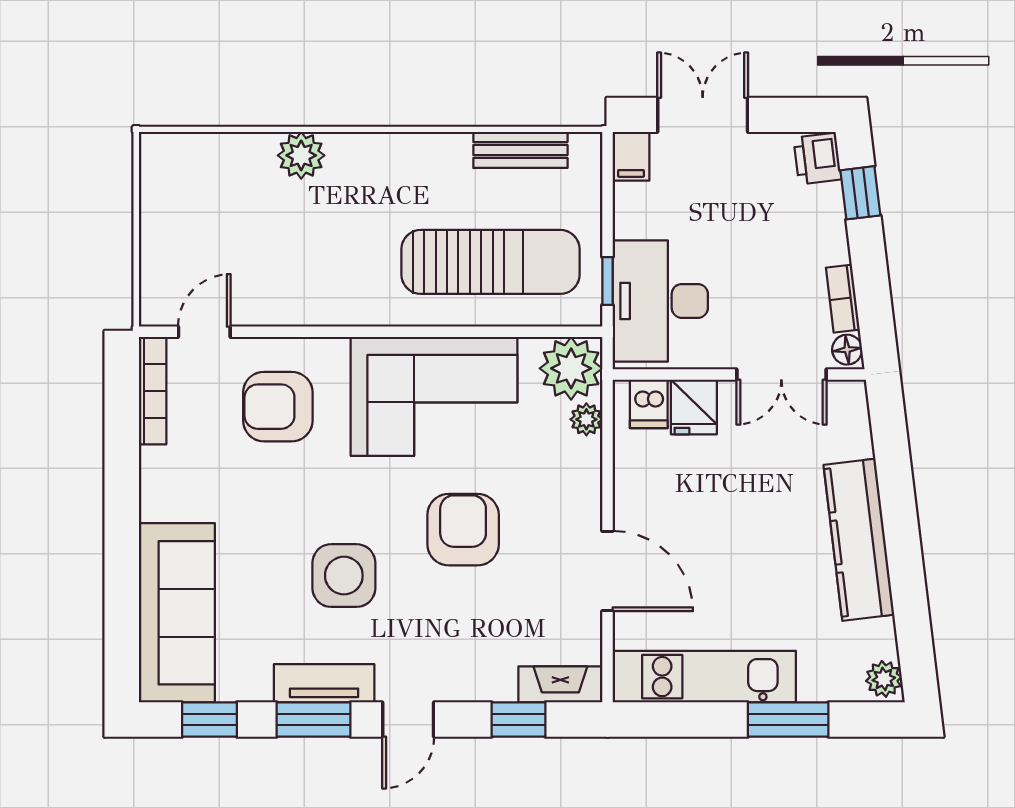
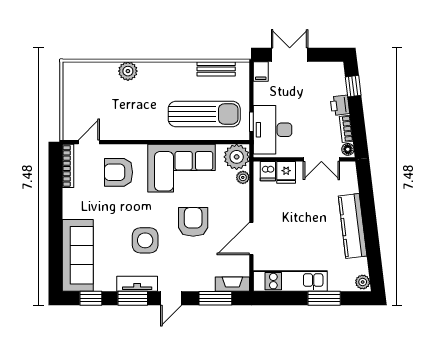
printer: (817, 159) -> (340, 105), moved
door: (608, 571) -> (251, 239), swing flipped
window: (519, 719) -> (215, 298), width x1.50

